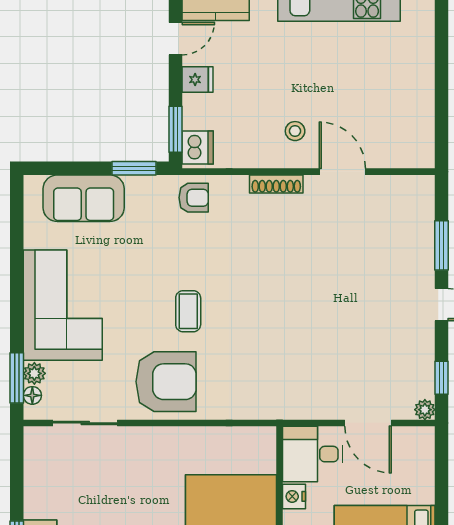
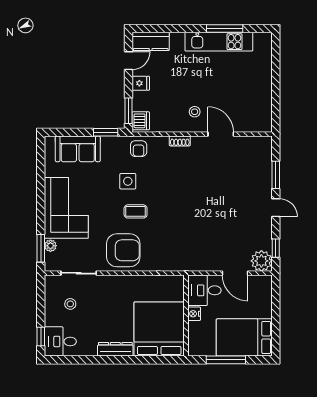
shoe rack: (276, 184) -> (180, 141), width x0.70
armchair: (194, 198) -> (139, 149), turned 90
side table: (174, 257) -> (128, 181), added
coffee table: (188, 311) -> (136, 211), turned 90
floor lamp: (32, 395) -> (49, 258), removed
plant: (425, 410) -> (261, 261), width x1.88, depth x1.88
stool: (70, 479) -> (70, 304), added

